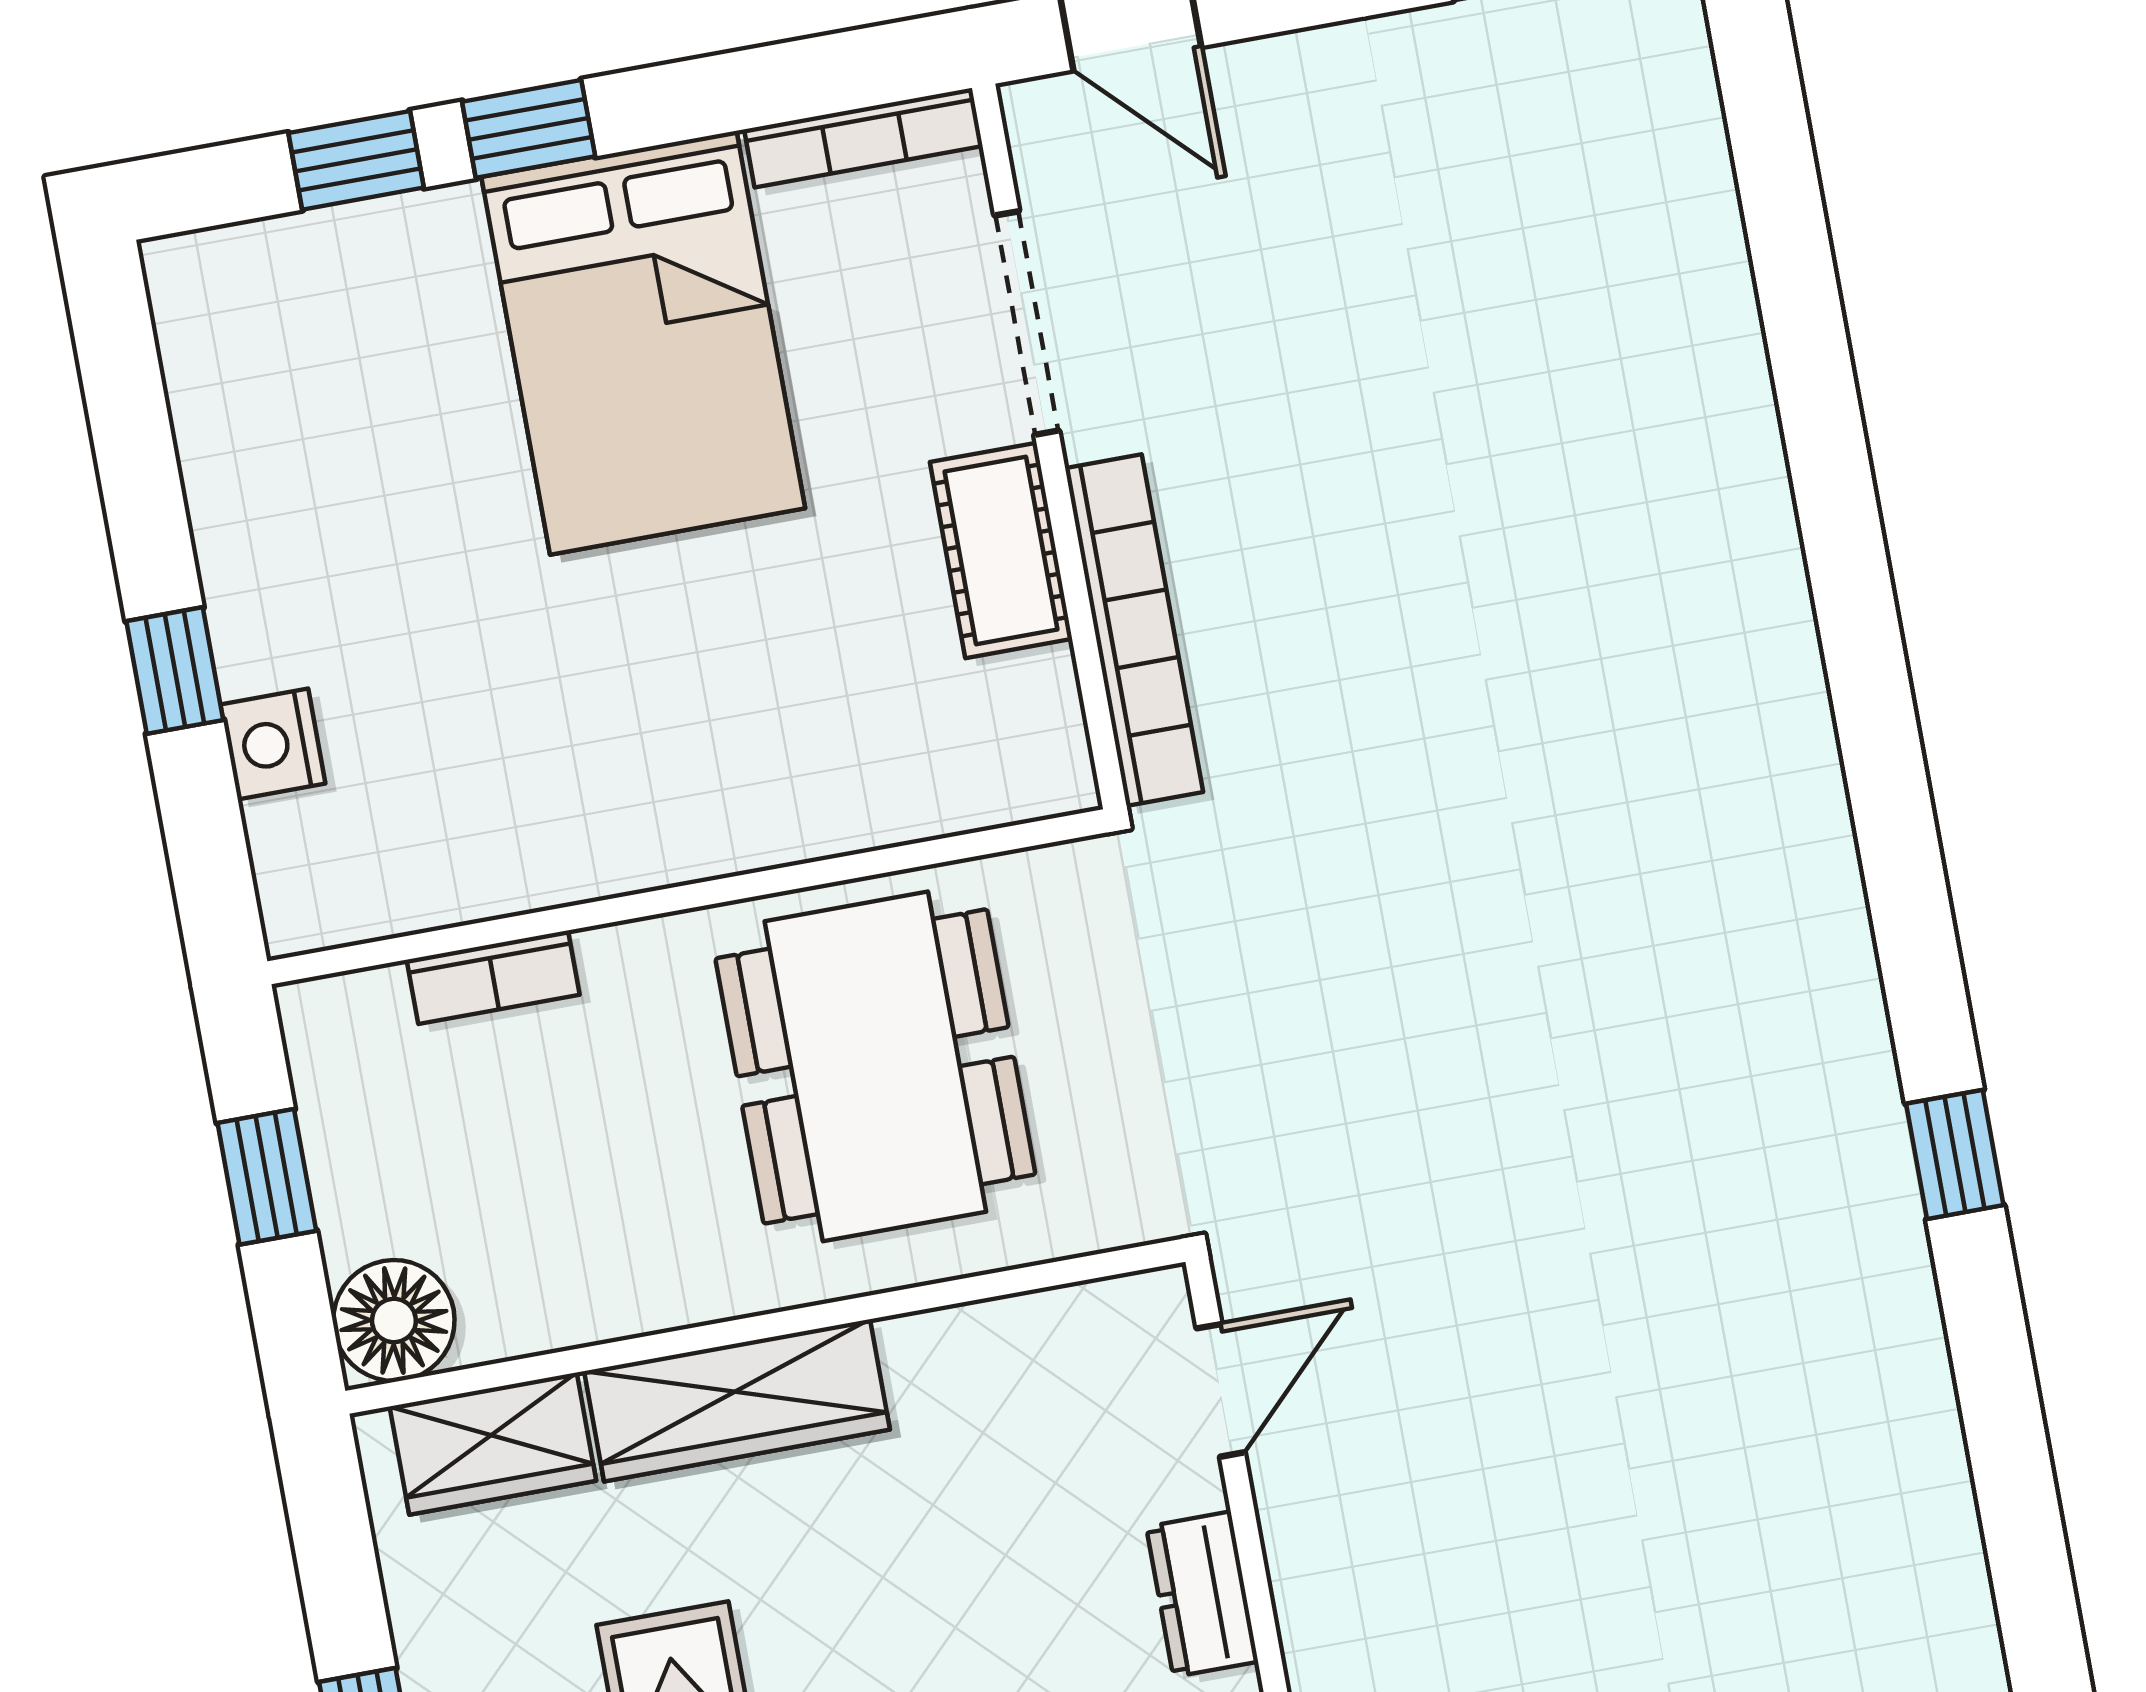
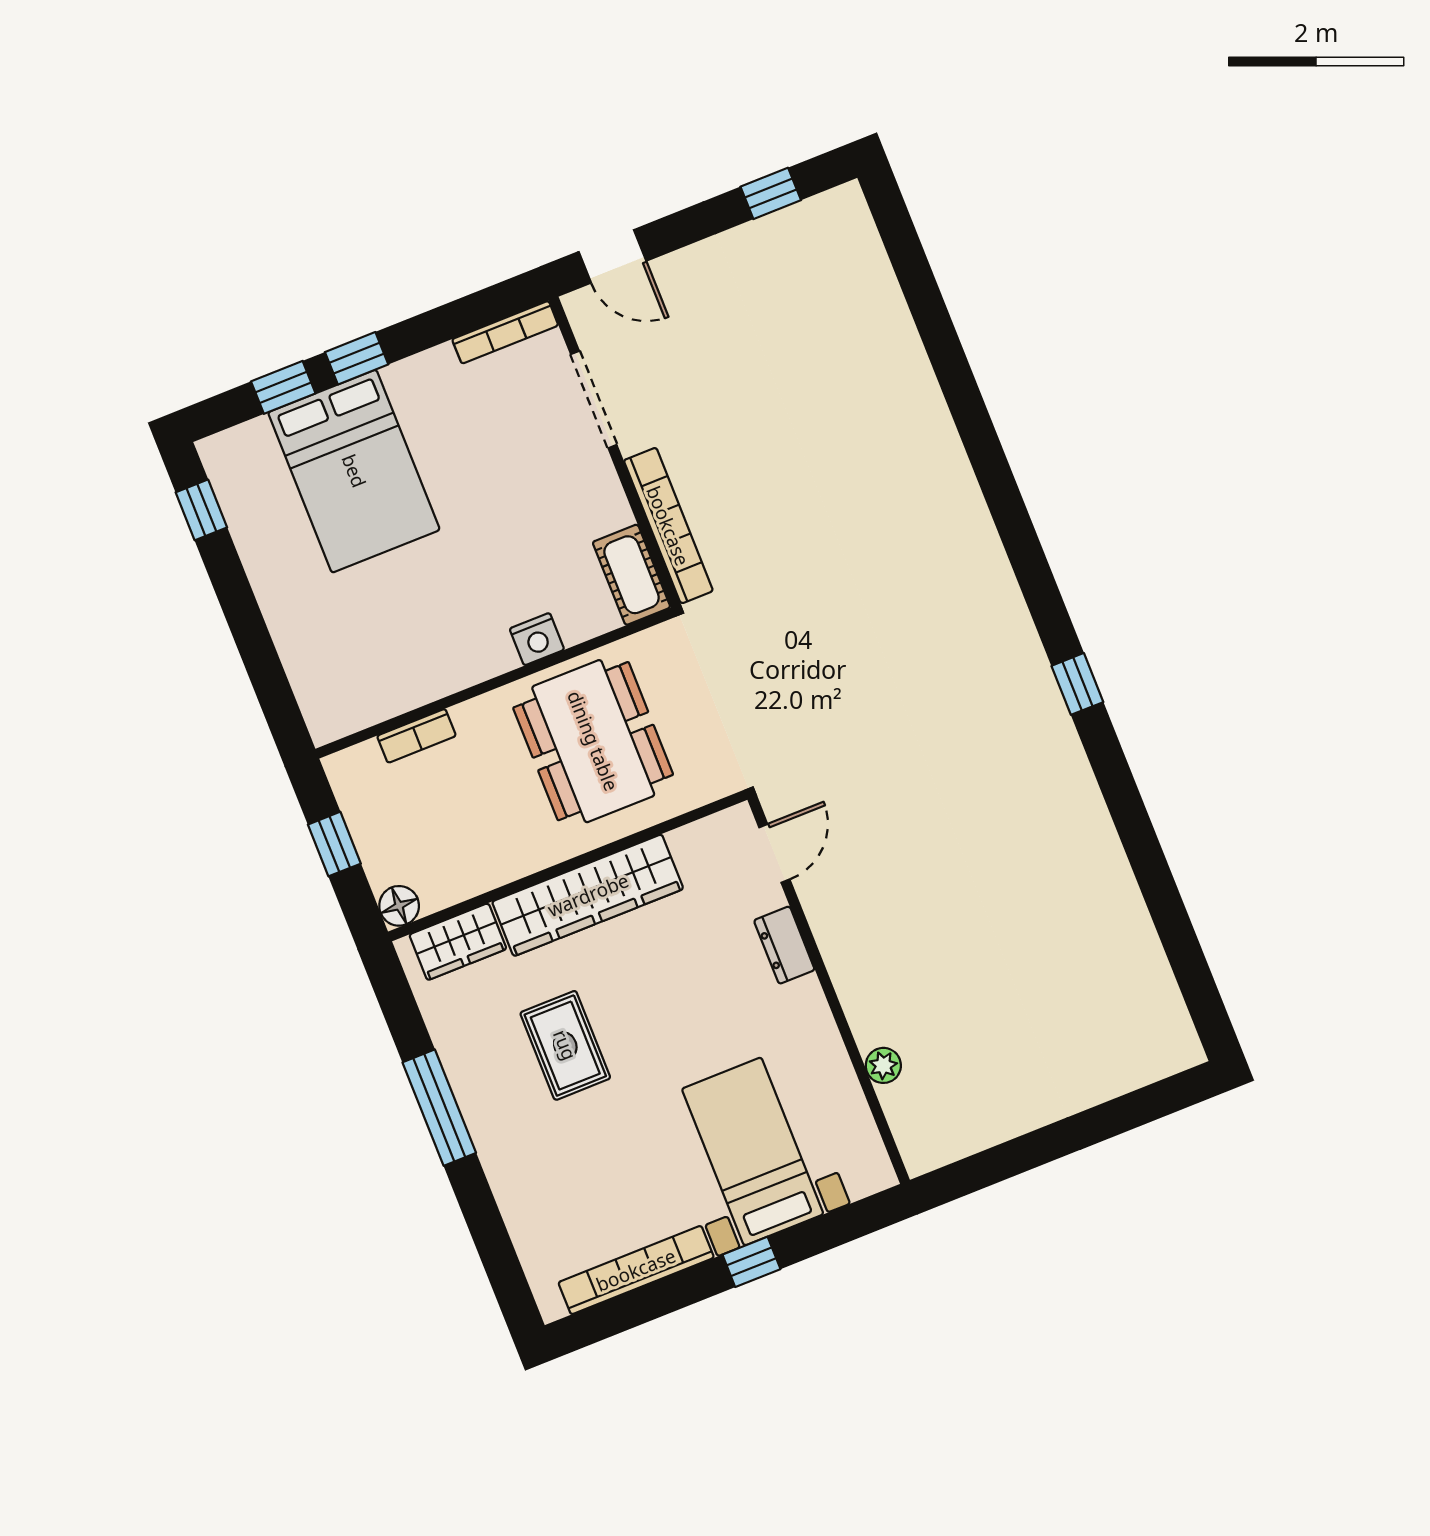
bed: (643, 343) -> (354, 471), moved
cot: (1001, 550) -> (632, 575), moved
window: (175, 671) -> (201, 510), moved
nightstand: (273, 744) -> (537, 639), moved, turned -90
floor lamp: (394, 1320) -> (399, 906), width x0.73, depth x0.73
wardrobe: (737, 1400) -> (588, 895), width x1.40, depth x1.17

